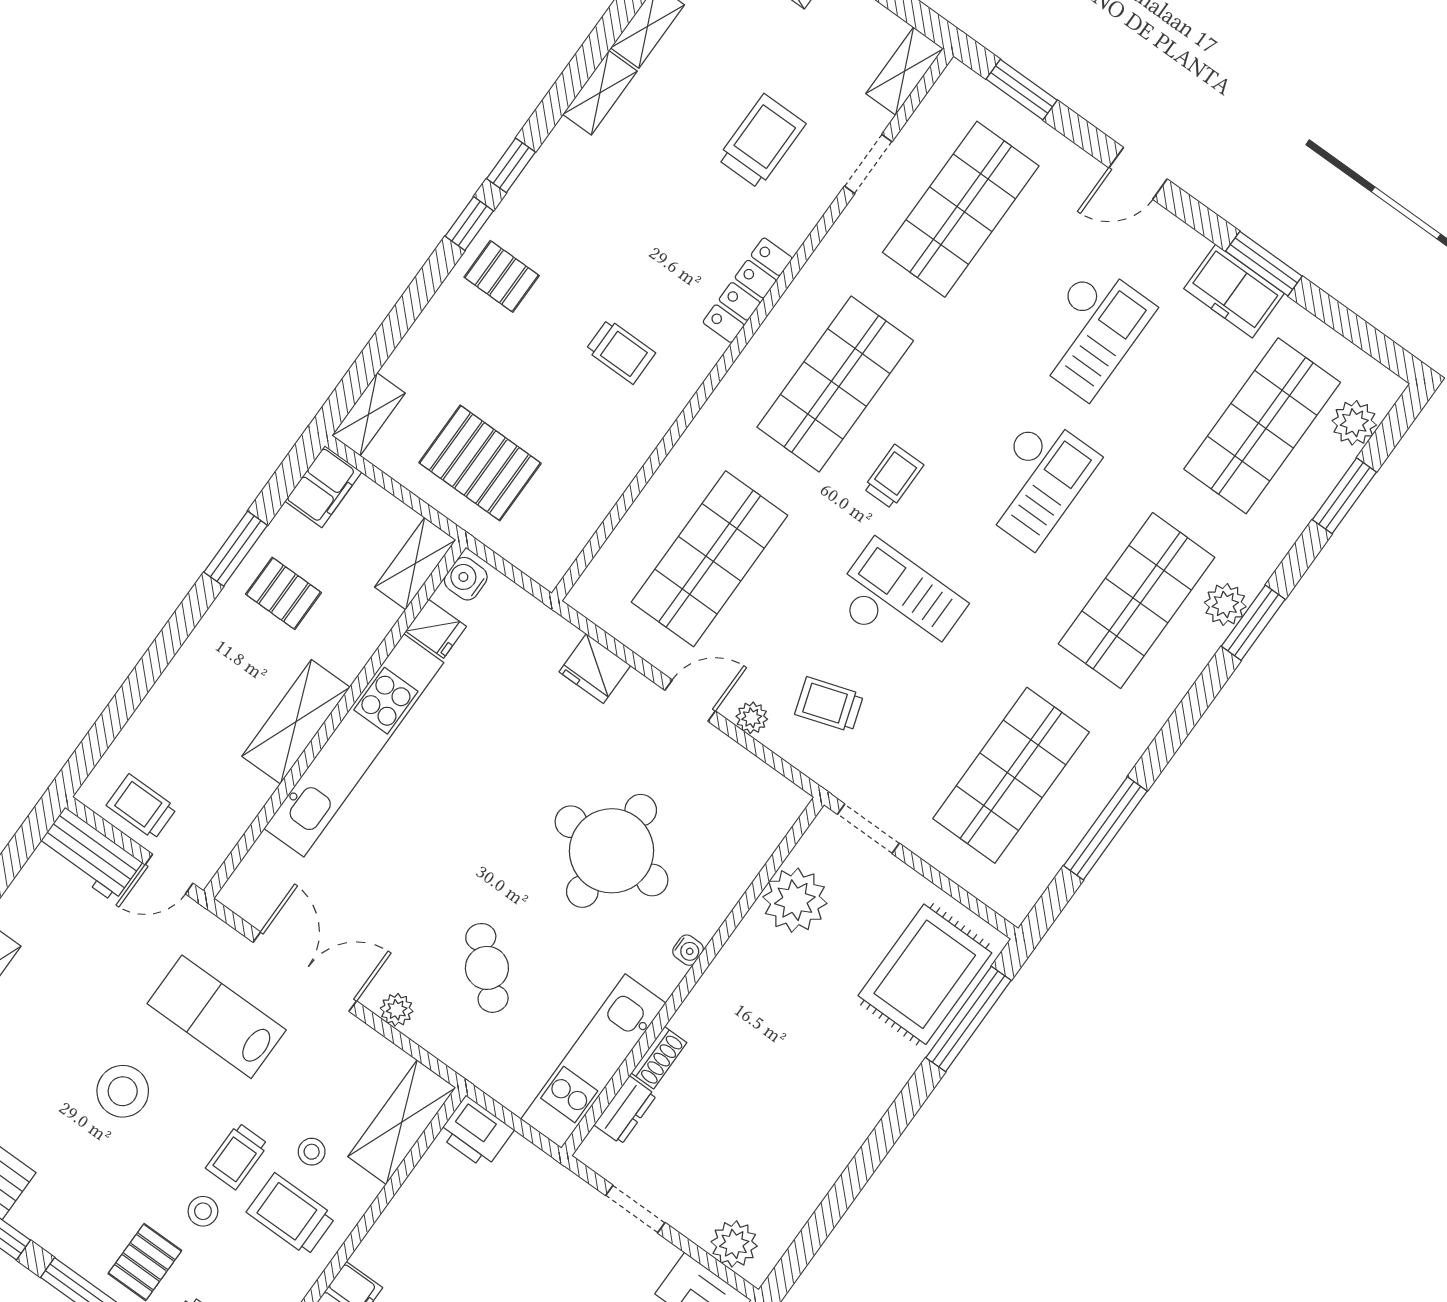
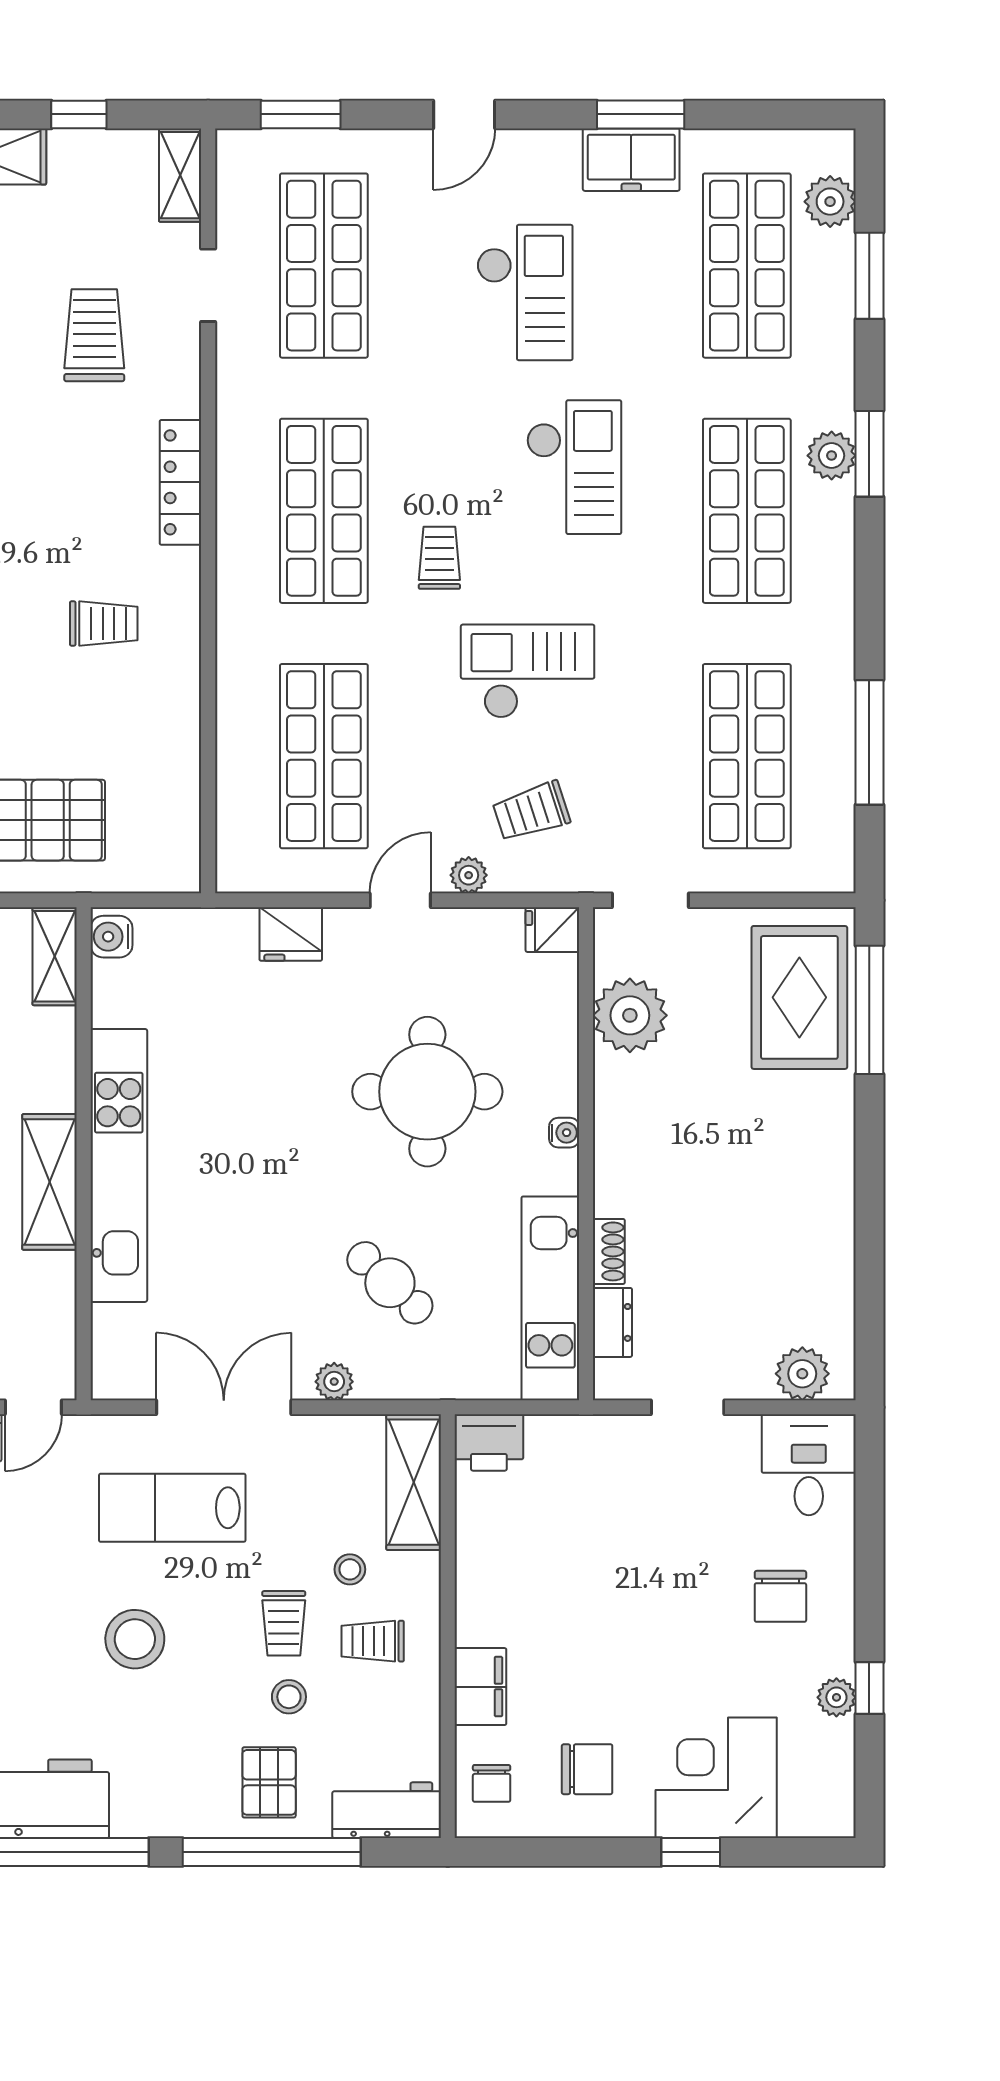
fridge: (436, 629) -> (552, 930), moved, turned 180
trolley: (291, 1214) -> (373, 1641), width x0.73, depth x0.72

